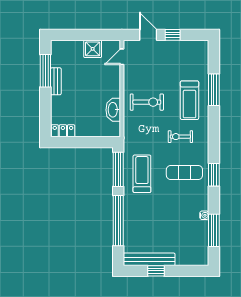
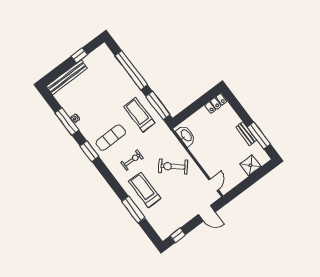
window: (173, 35) -> (178, 235), moved
shower: (93, 49) -> (250, 165), moved
exercise bike: (147, 102) -> (173, 166), turned 40
washbasin: (113, 110) -> (186, 136), moved
treadmill: (142, 174) -> (139, 115), turned 180
window: (214, 230) -> (67, 121), moved
bench: (149, 259) -> (67, 77), moved

